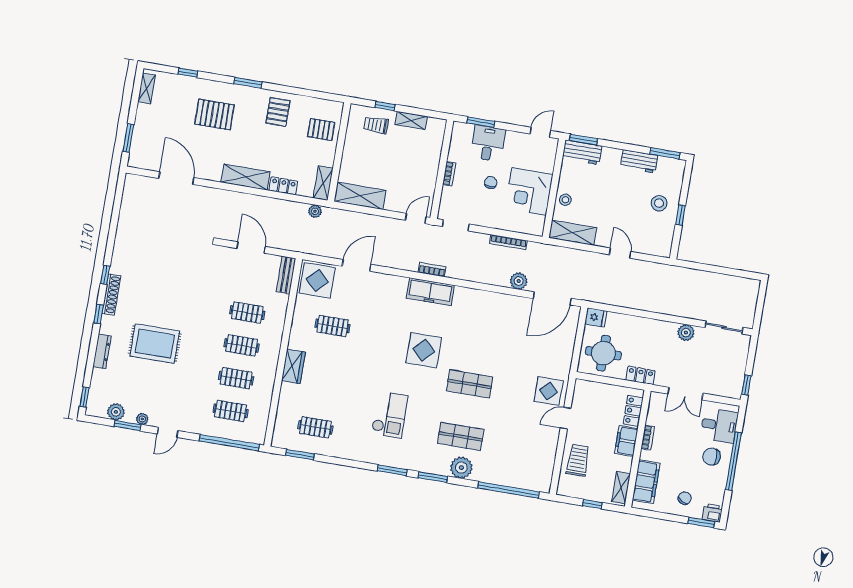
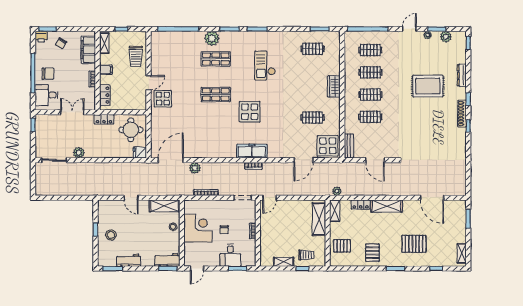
shelving: (360, 196) -> (319, 219), moved, turned 90
filing cabinet: (626, 441) -> (106, 70), width x0.50

